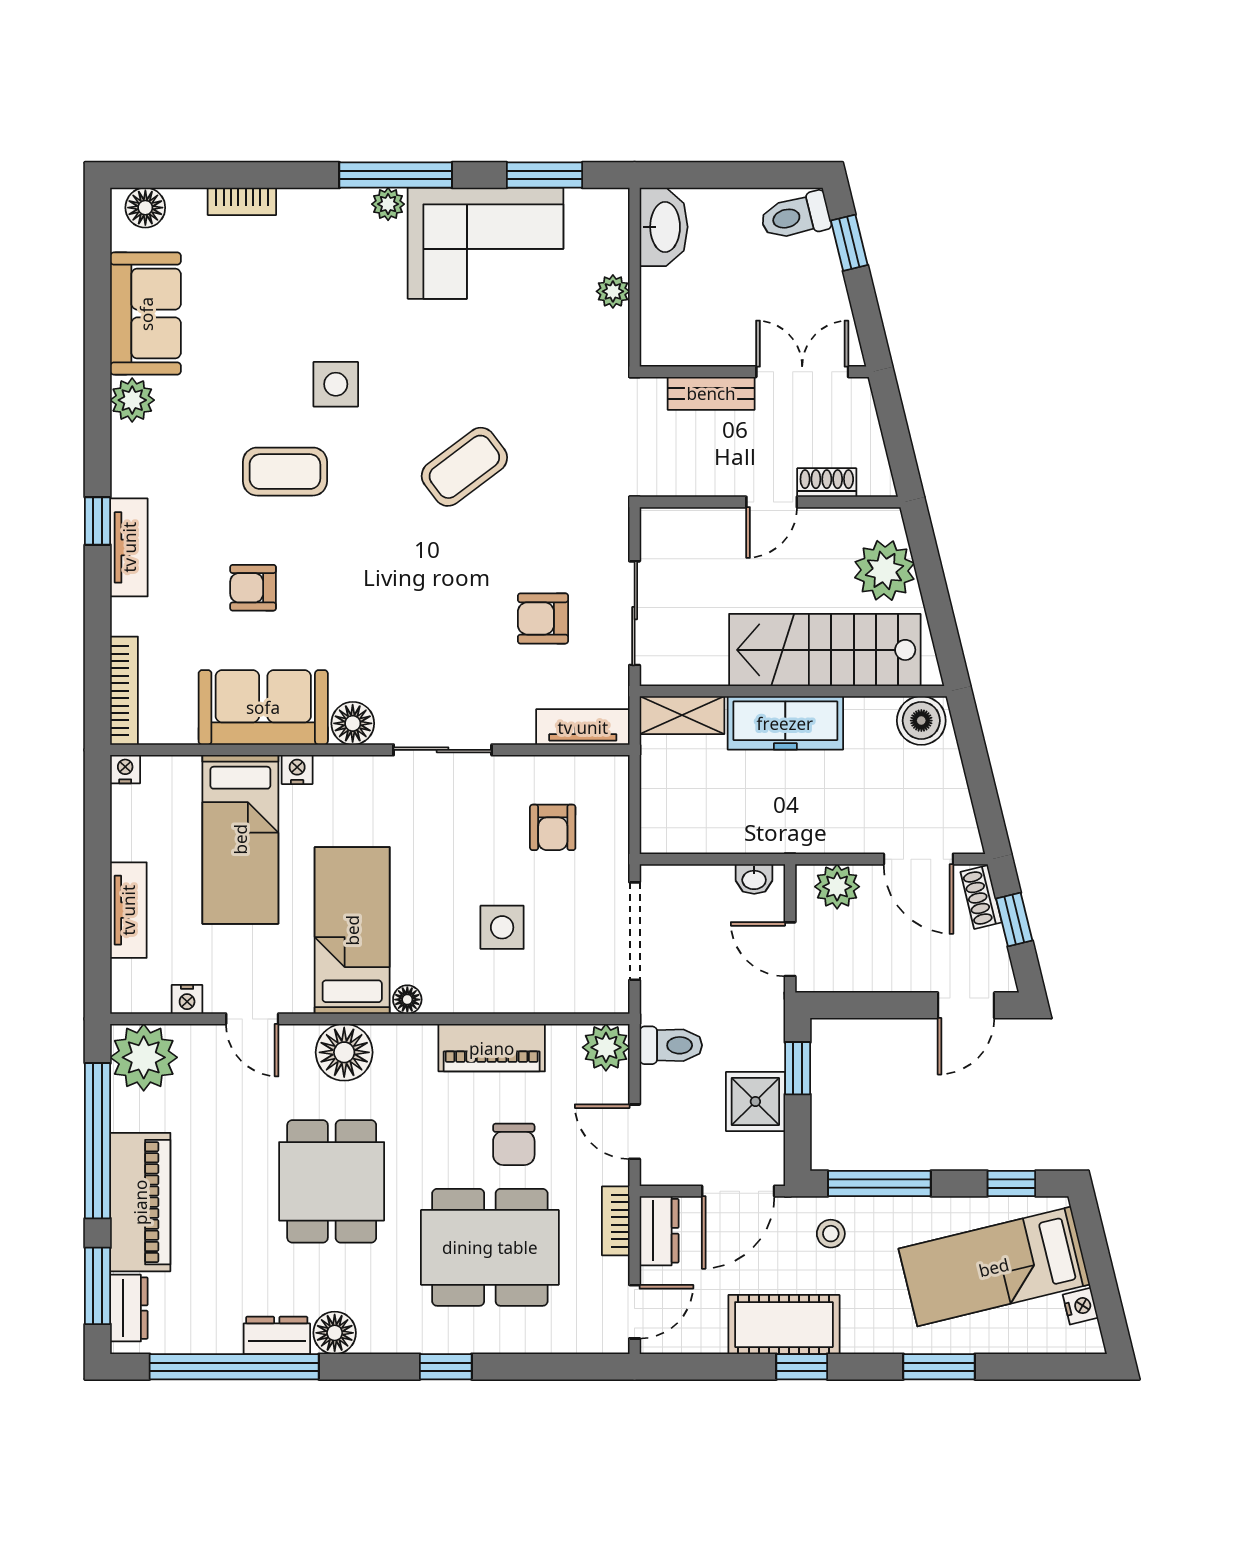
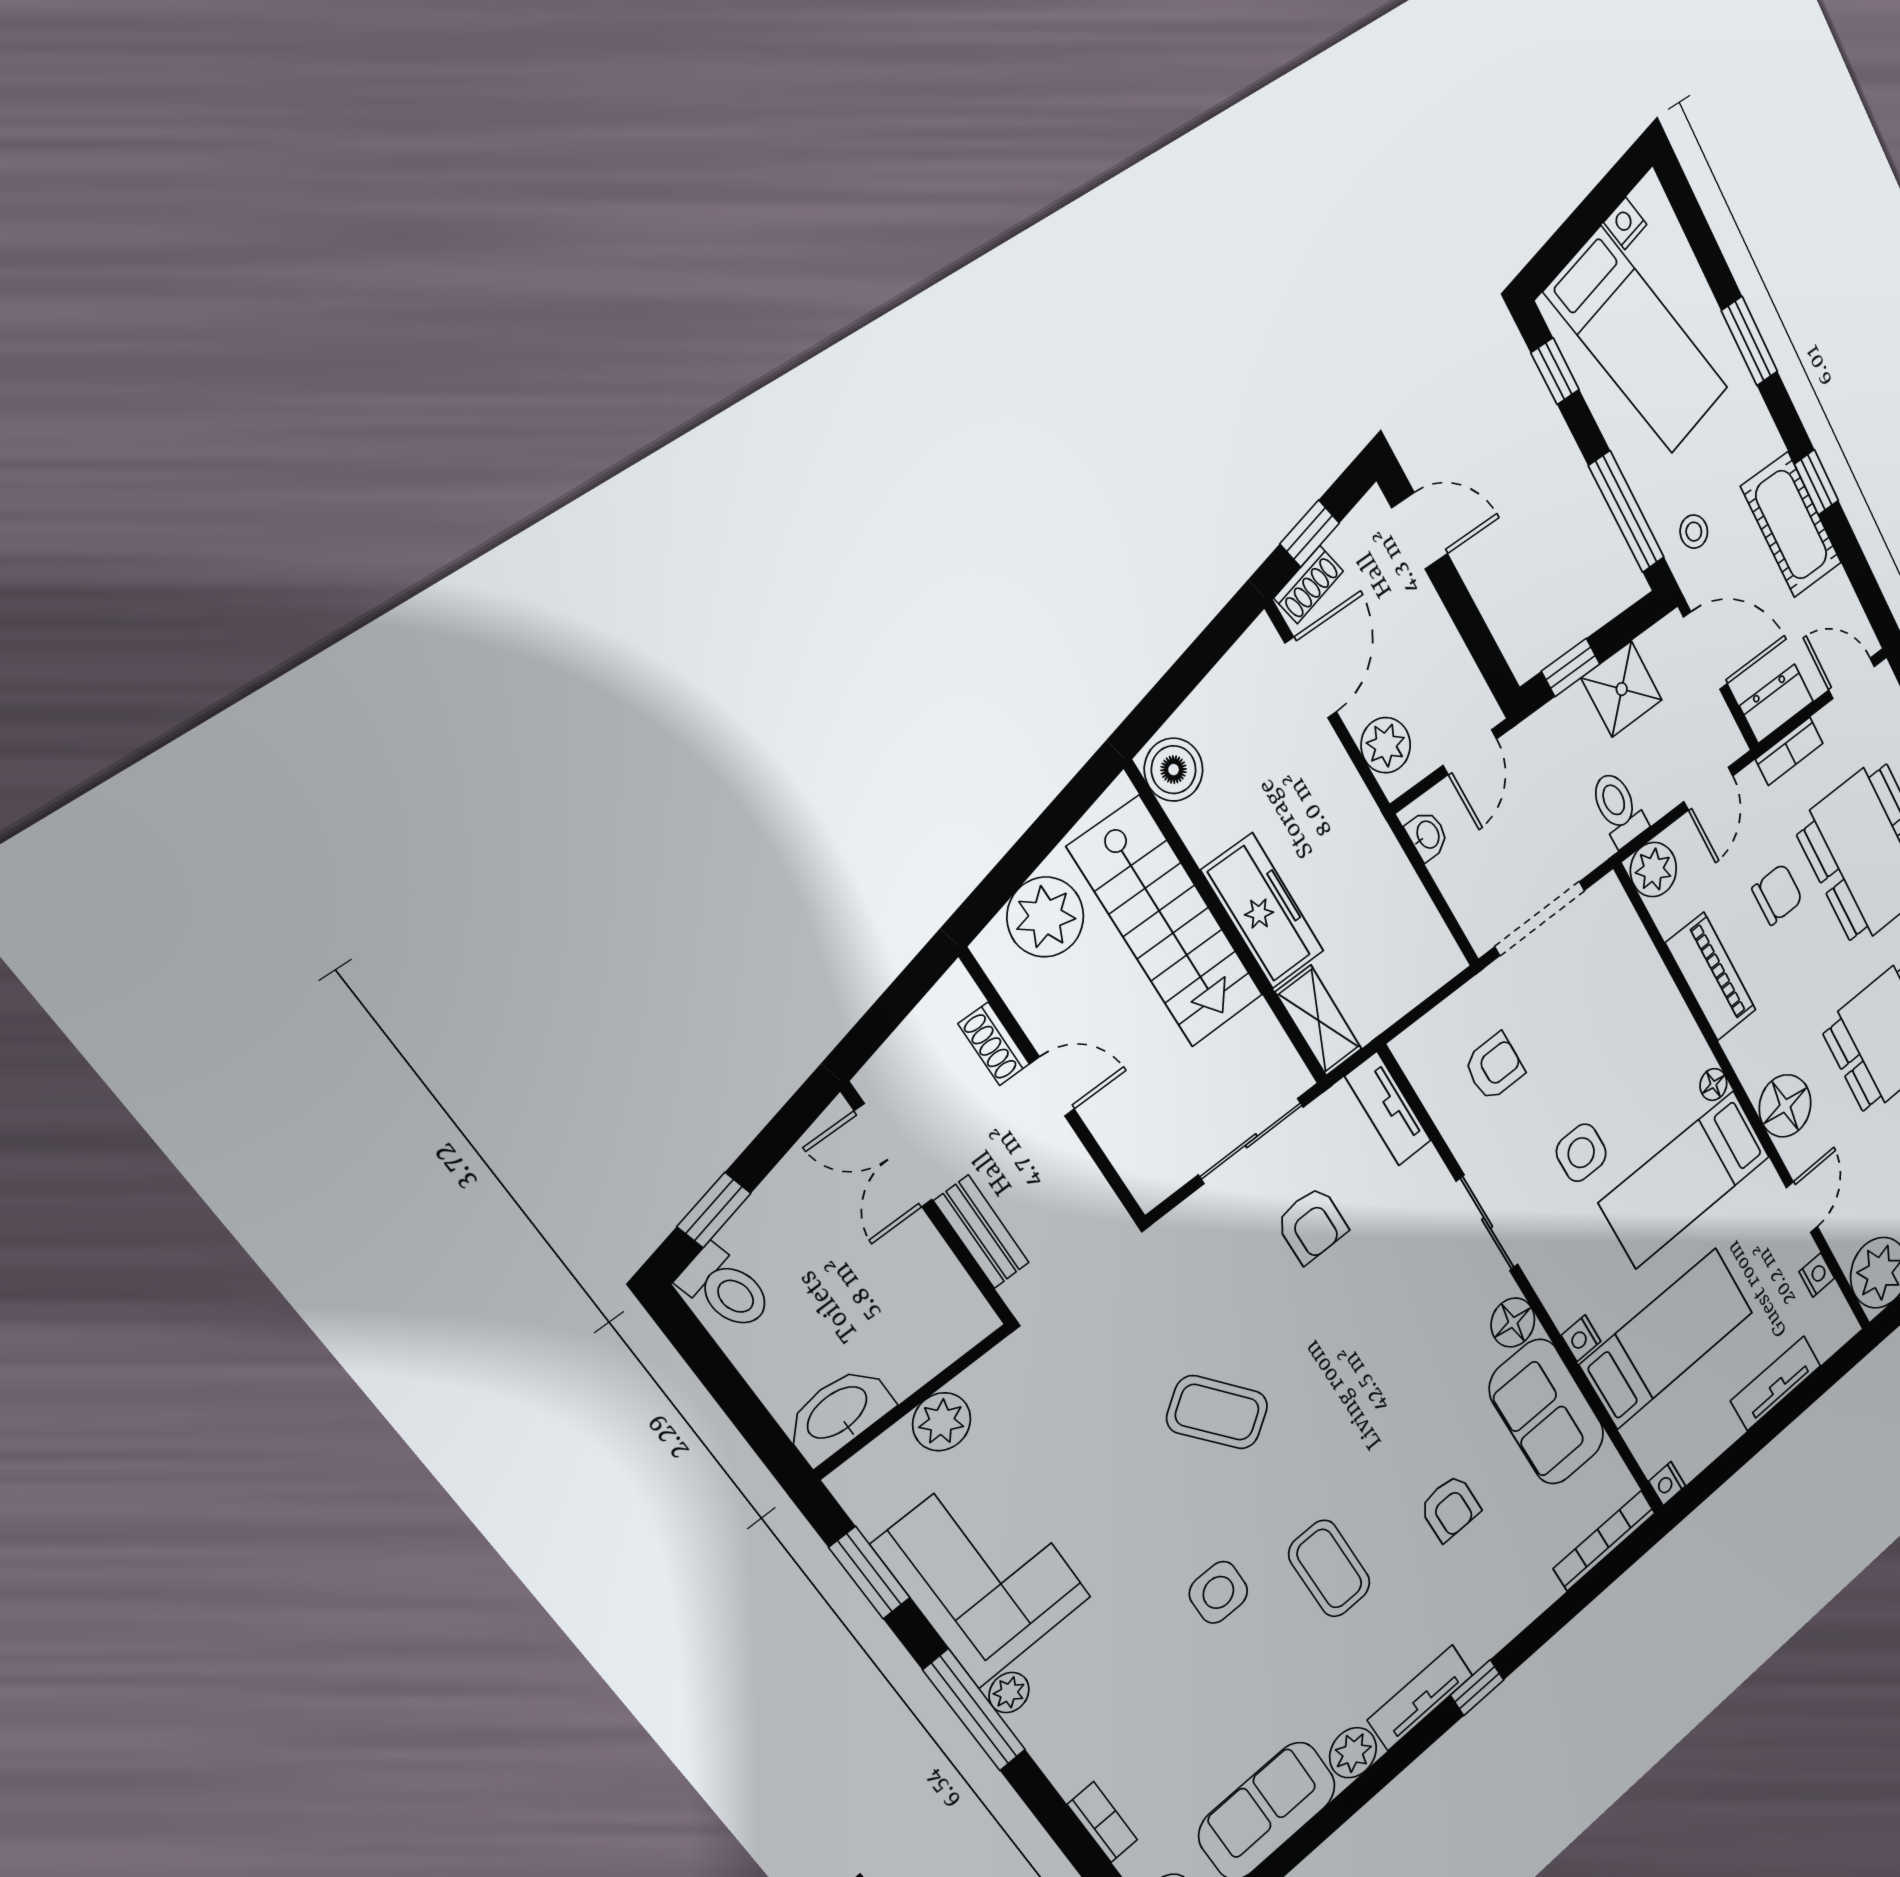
plant: (613, 291) -> (942, 1422), width x1.38, depth x1.38
tv unit: (129, 547) -> (1420, 1698), moved
side table: (502, 927) -> (1581, 1153), moved

